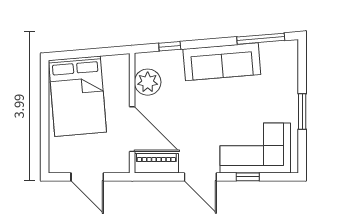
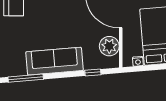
nightstand: (109, 62) -> (138, 61), added

